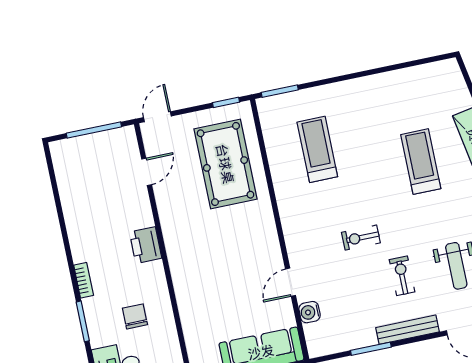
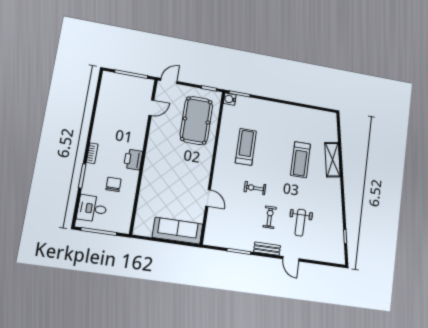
treadmill: (317, 149) -> (246, 147), moved
treadmill: (421, 162) -> (301, 160), turned 180
printer: (146, 245) -> (133, 160), moved
door: (291, 282) -> (208, 198), swing flipped
water cooler: (310, 312) -> (230, 99), moved
bench: (407, 330) -> (267, 249), width x0.73

